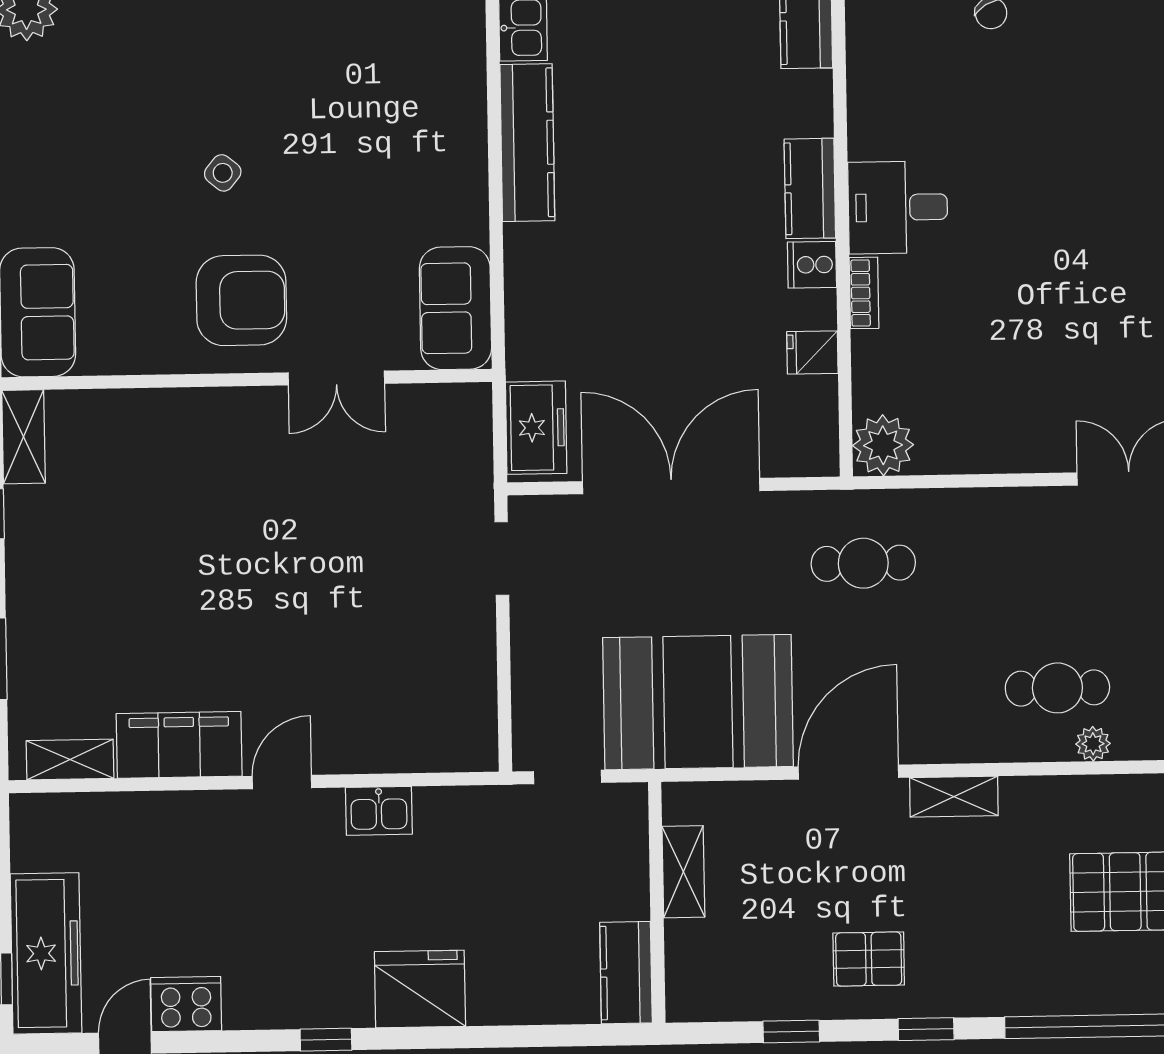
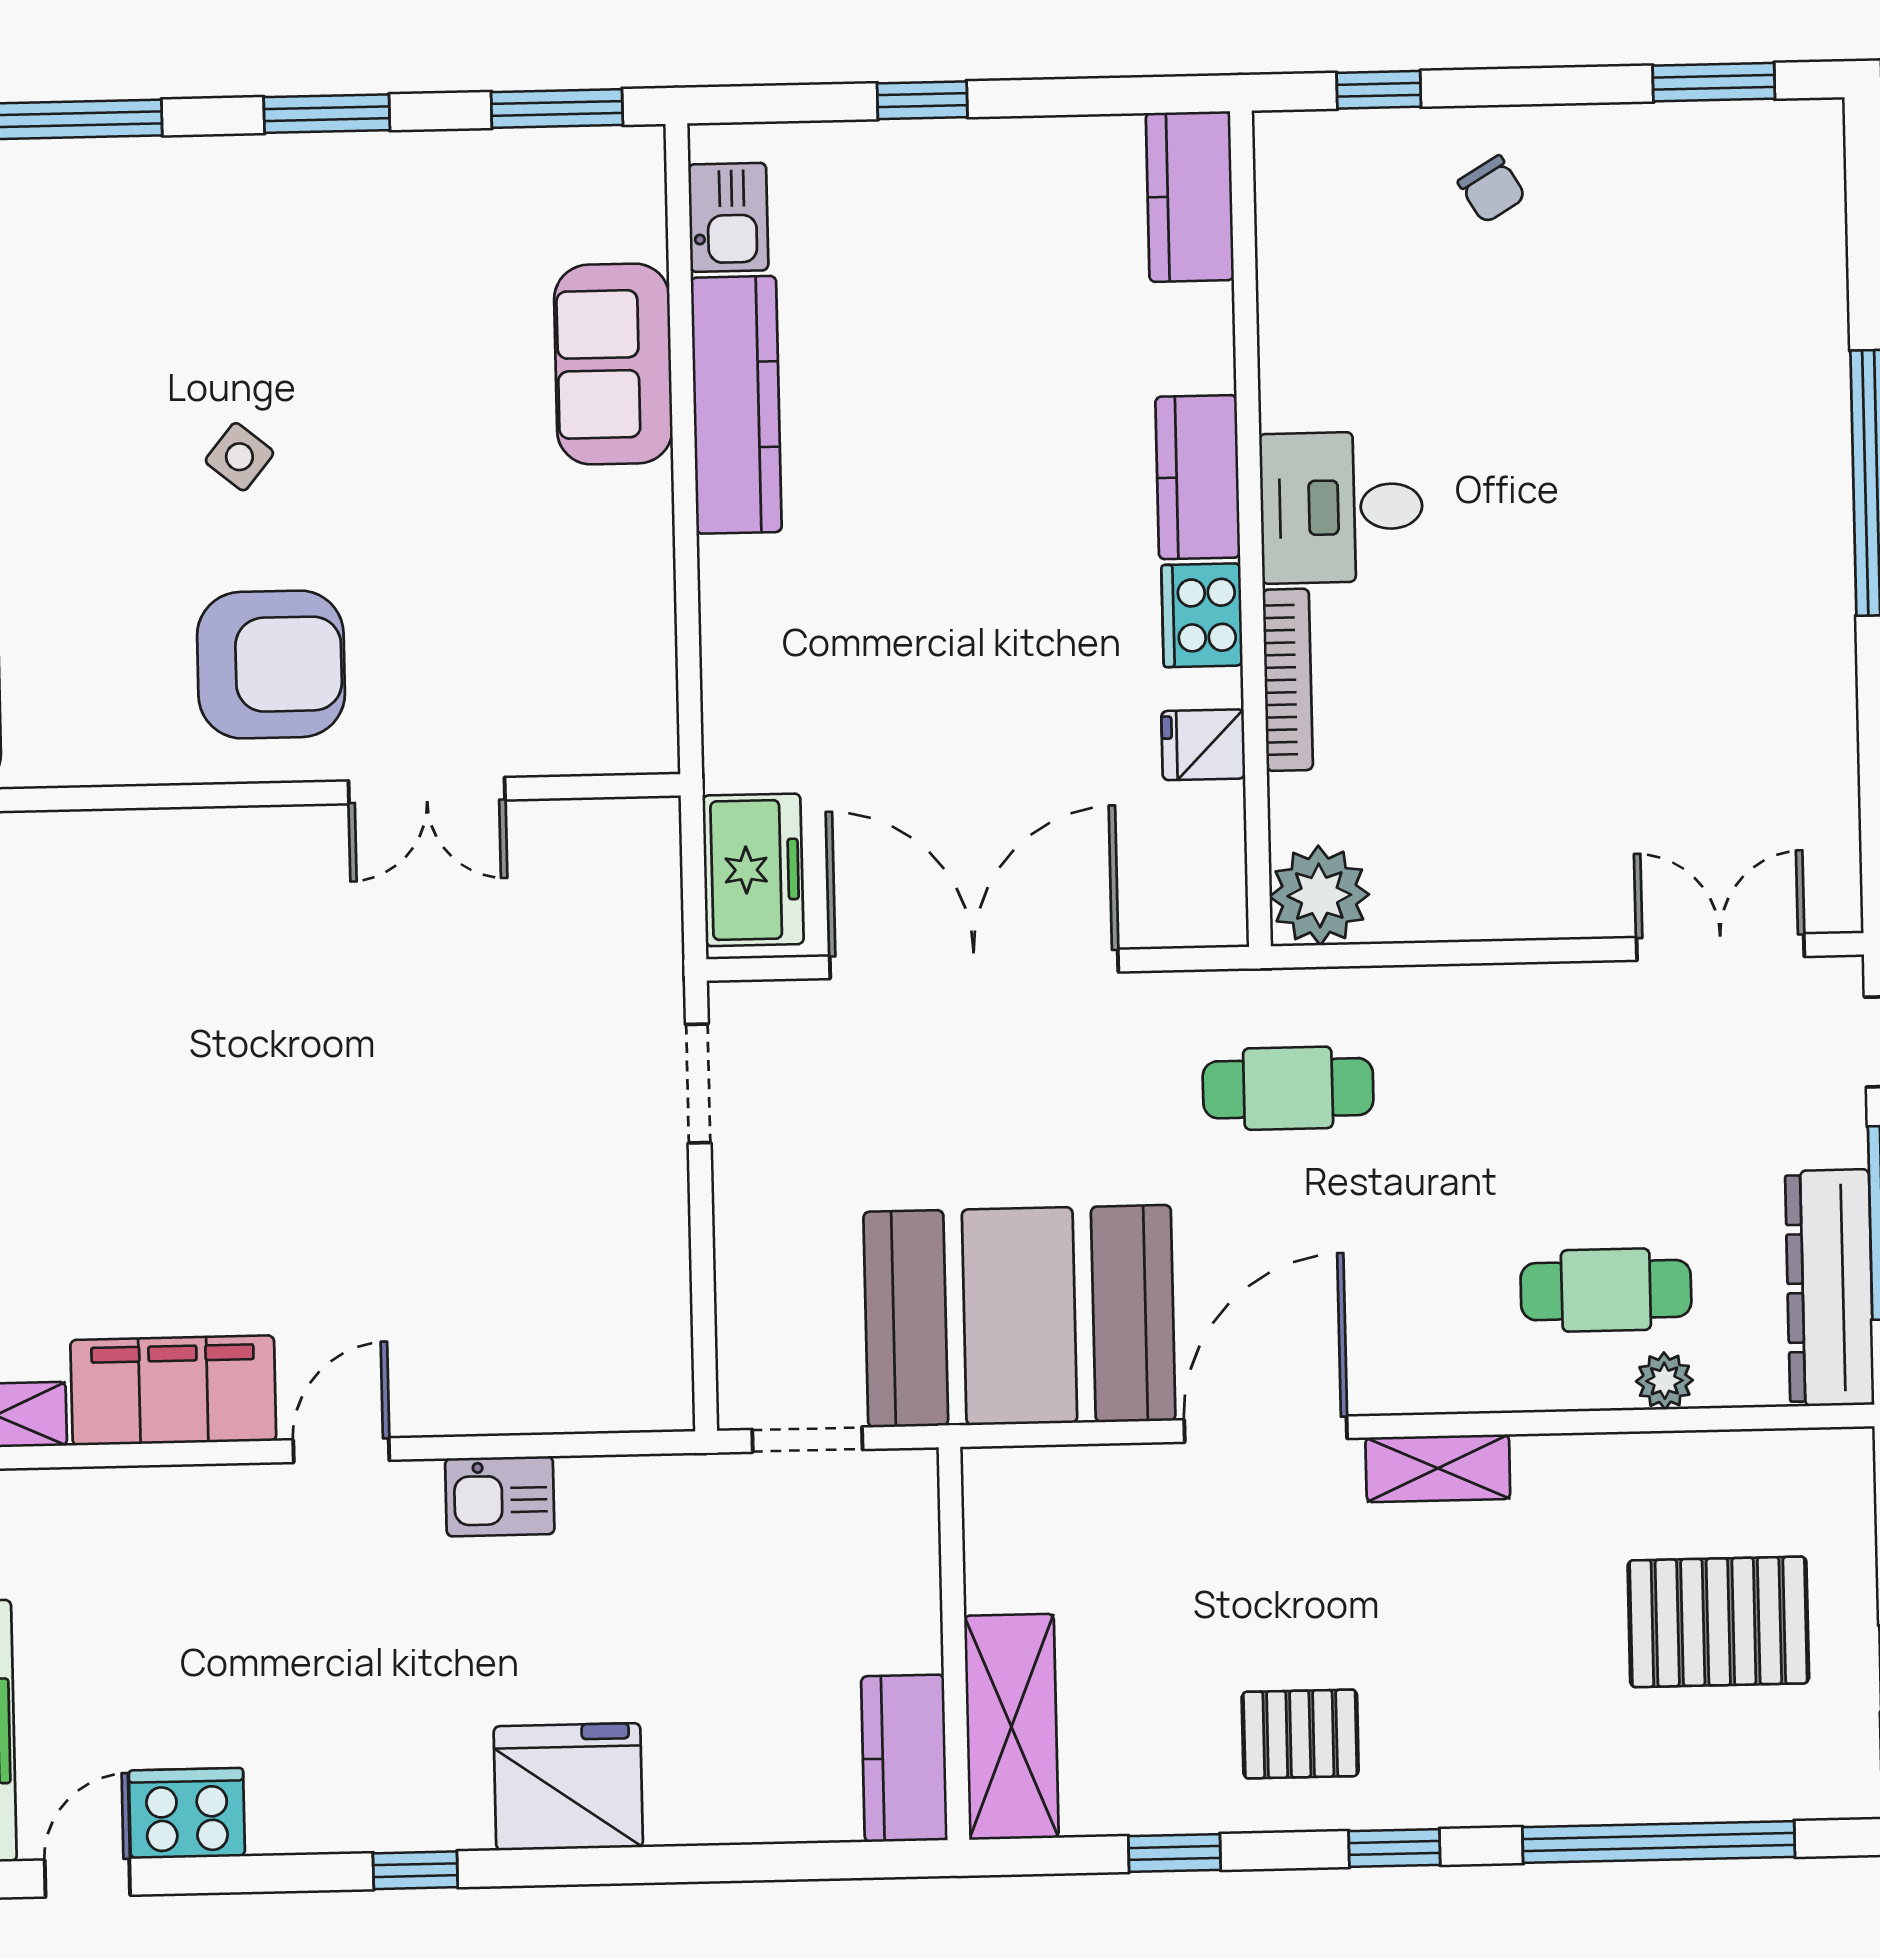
cooker: (812, 265) -> (1202, 615), width x1.36
bookcase: (864, 293) -> (1288, 680), width x1.56
sofa: (455, 308) -> (613, 364), moved
shelving: (683, 872) -> (1011, 1727), moved, width x1.50, depth x1.33

